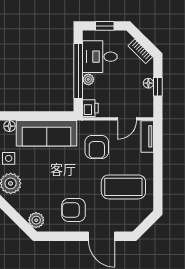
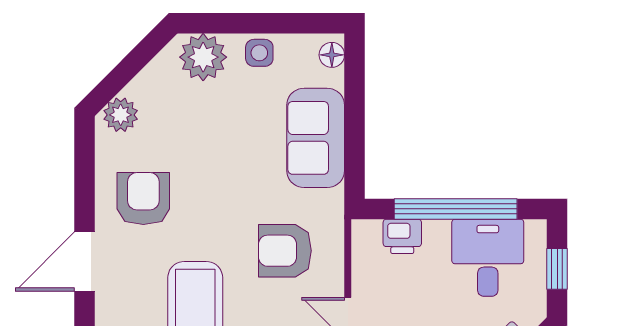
plant: (88, 79) -> (437, 232), removed
printer: (90, 108) -> (402, 236), moved
sofa: (47, 133) -> (316, 138), width x0.73

